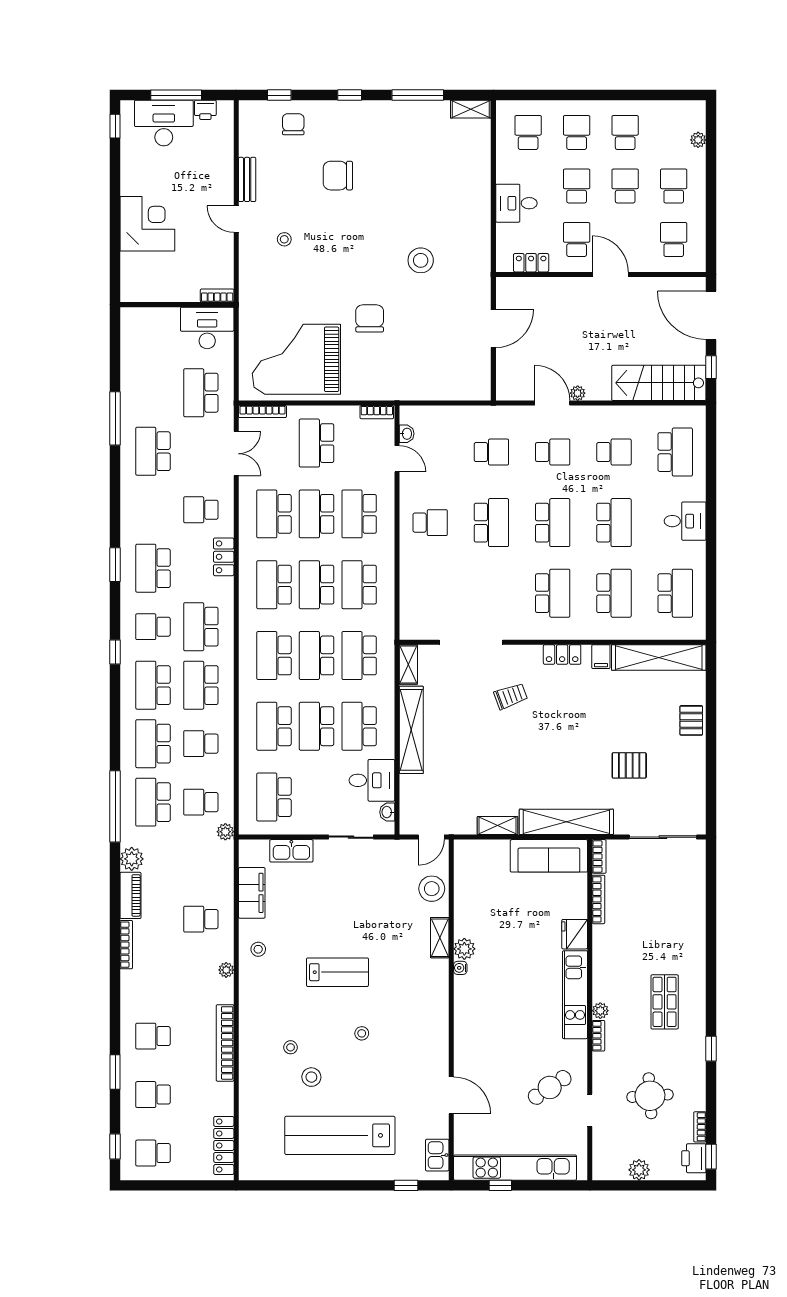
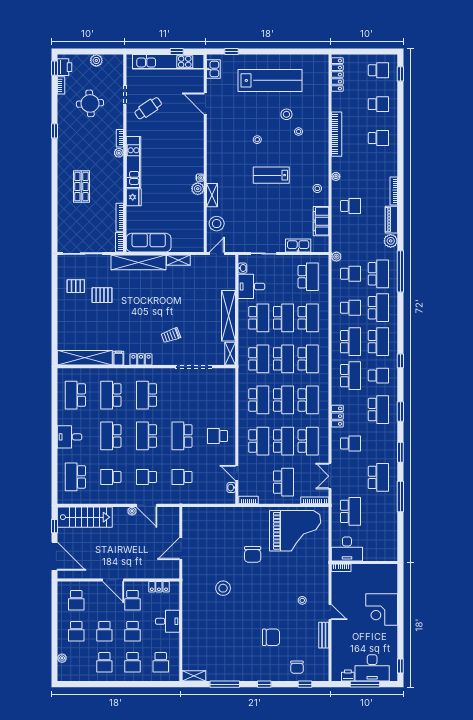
pallet: (691, 720) -> (76, 286), moved, turned 90
shop shelf: (665, 1002) -> (81, 187), moved
window: (115, 1072) -> (400, 452), moved

